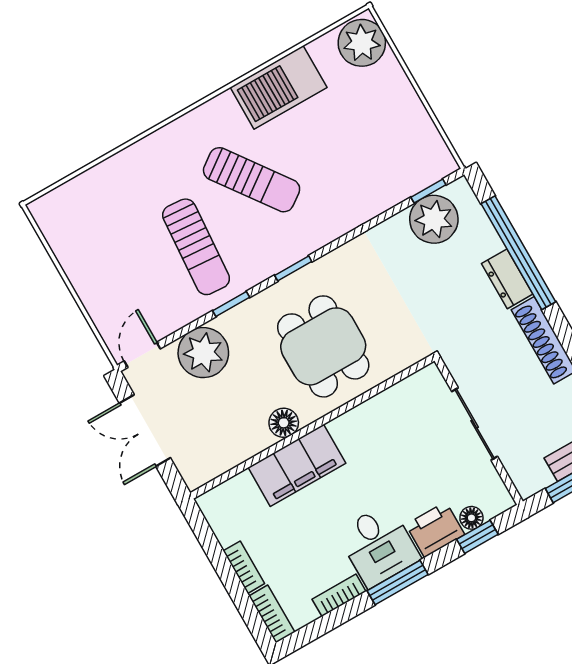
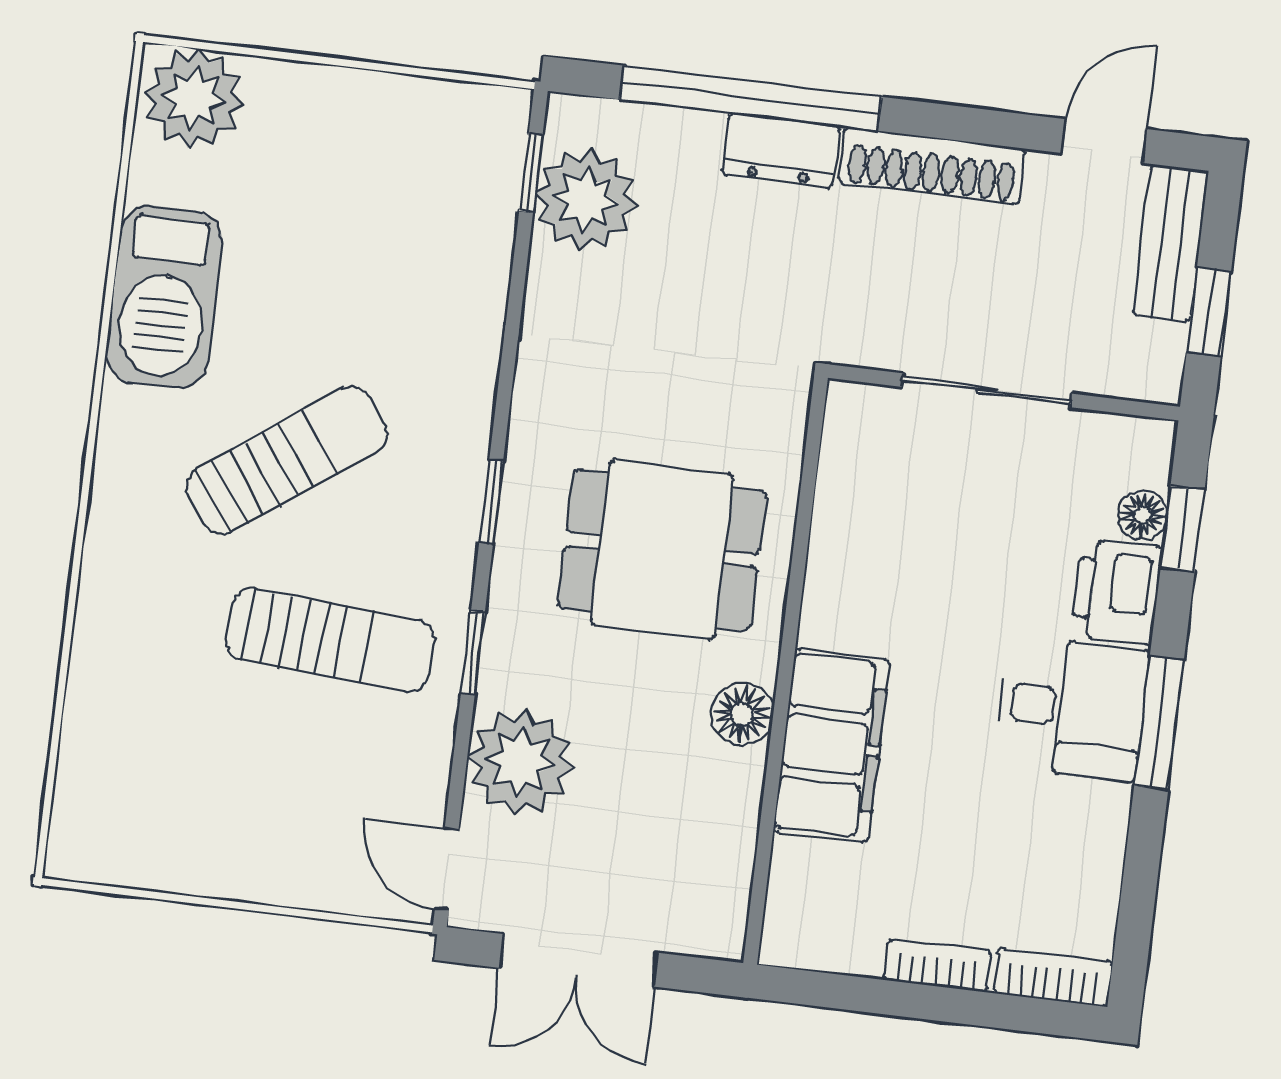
bookcase: (339, 595) -> (1106, 839), removed

